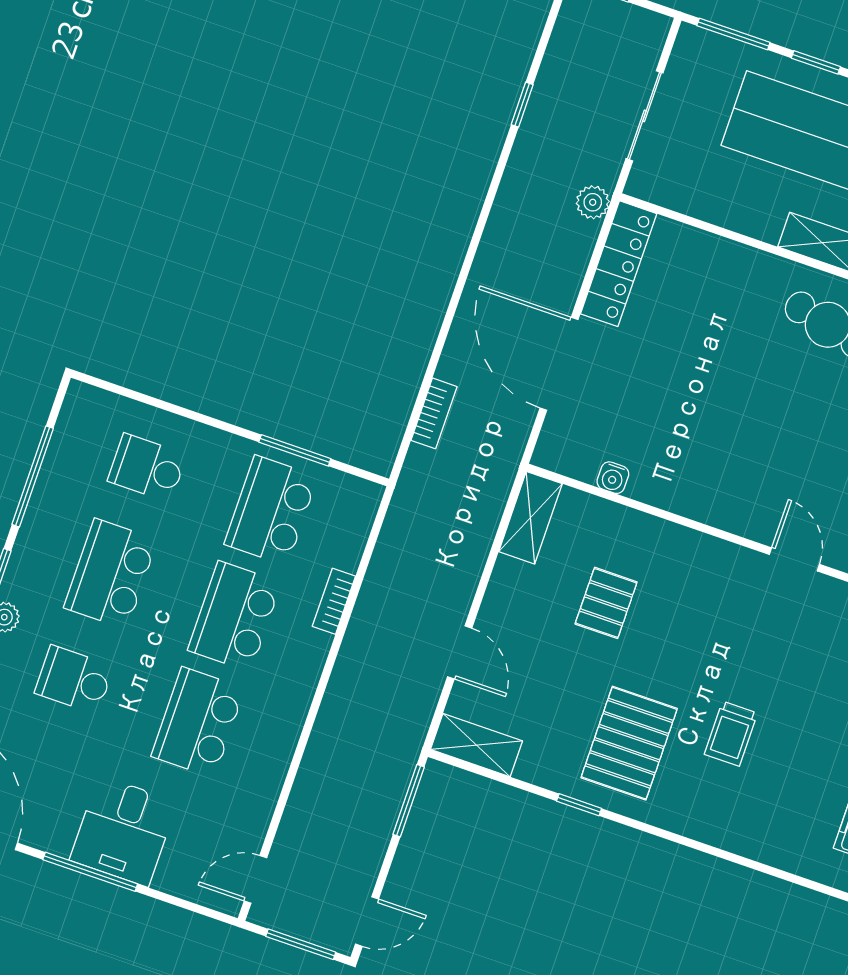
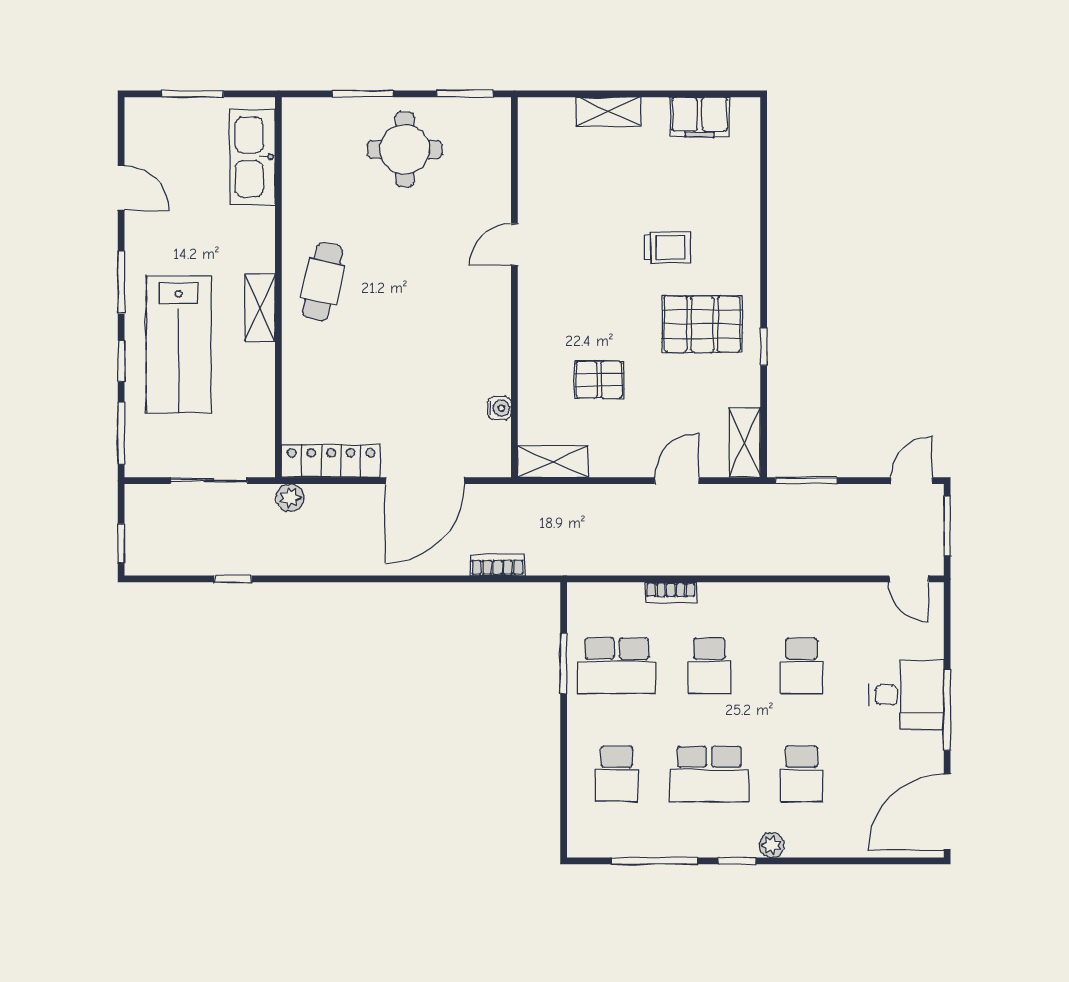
school desk: (234, 616) -> (709, 666), width x0.54
school desk: (198, 722) -> (802, 666), width x0.54
door: (367, 922) -> (912, 481), hinge flipped

